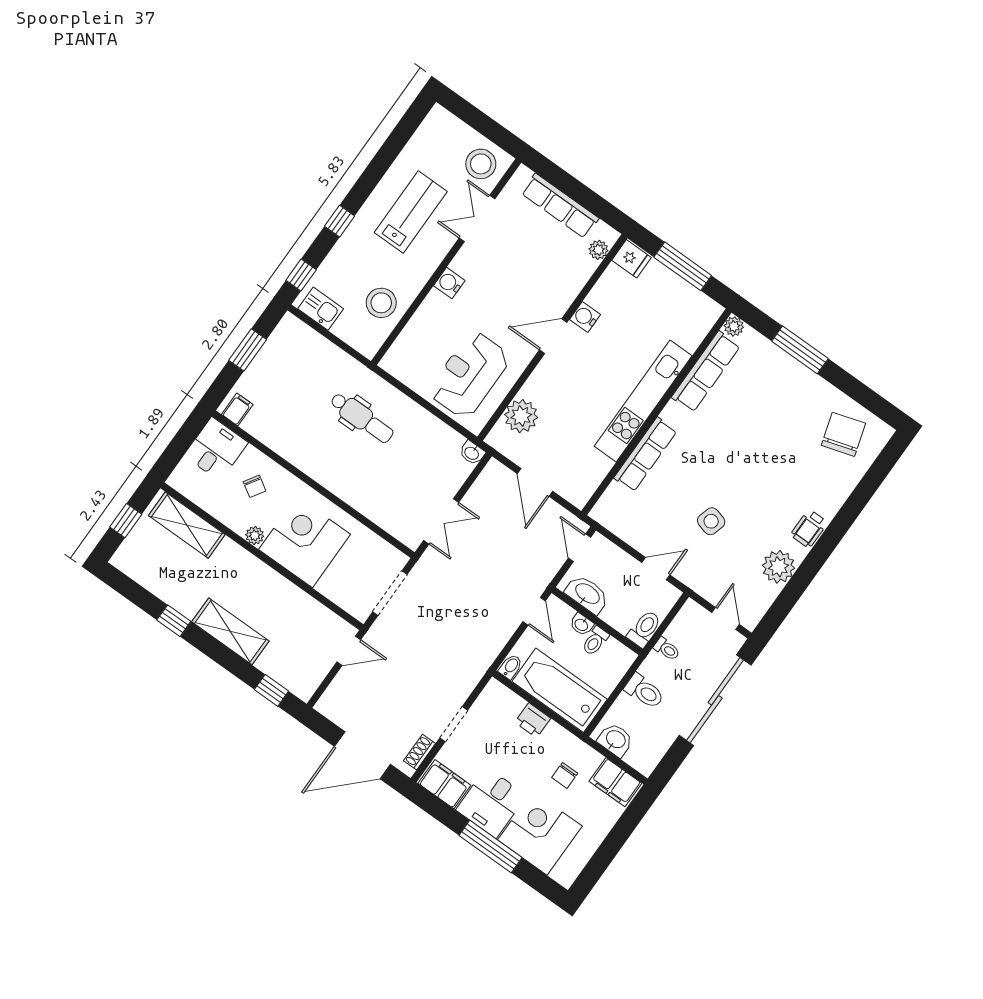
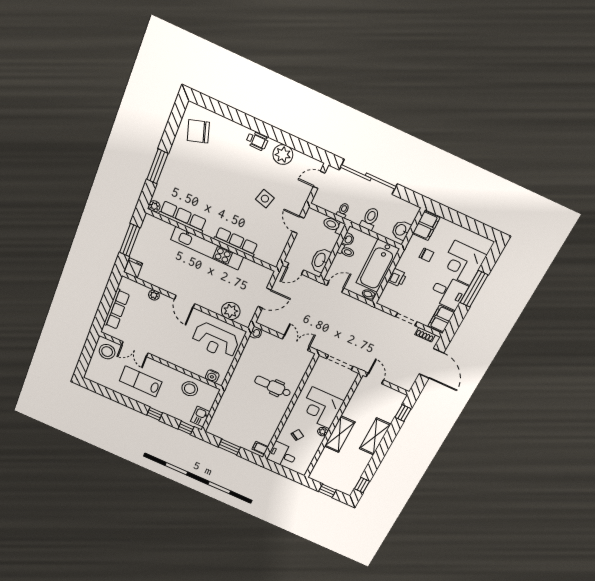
plant: (598, 250) -> (154, 295), moved
water cooler: (449, 283) -> (212, 376), moved
water cooler: (585, 317) -> (170, 287), removed
dental chair: (362, 418) -> (273, 386), moved, turned -90
shelving: (187, 525) -> (340, 434), moved
window: (174, 621) -> (362, 485), moved
washbasin: (582, 625) -> (348, 239), moved

